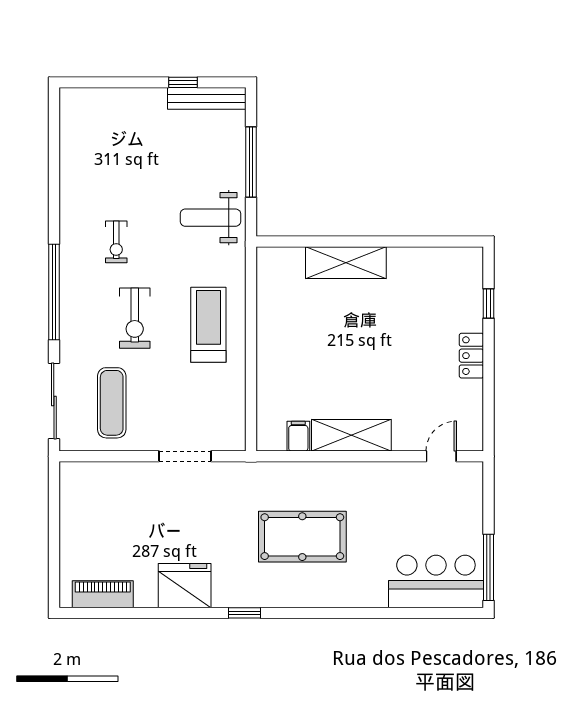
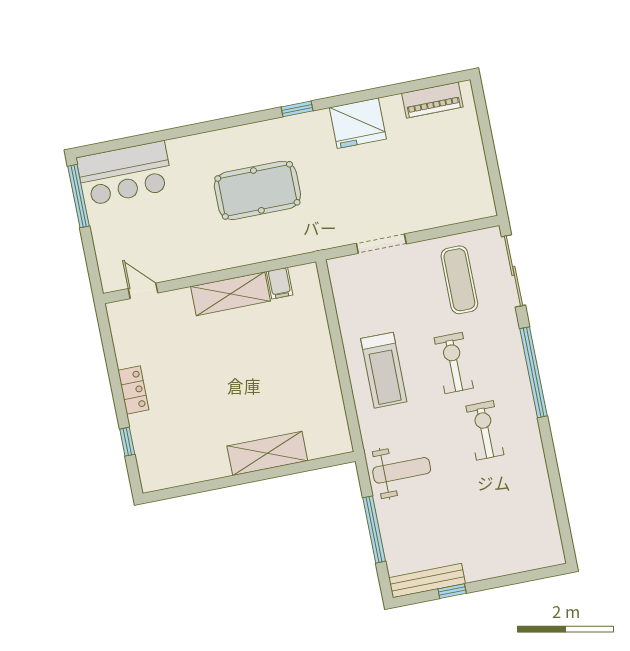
exercise bike: (116, 242) -> (485, 430), width x1.38, depth x1.39
door: (441, 456) -> (143, 291), swing flipped

